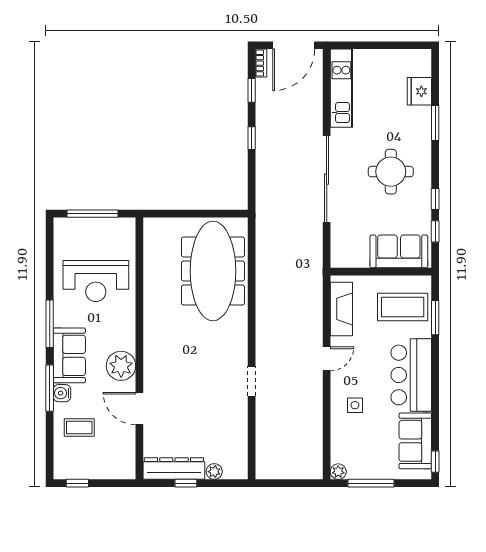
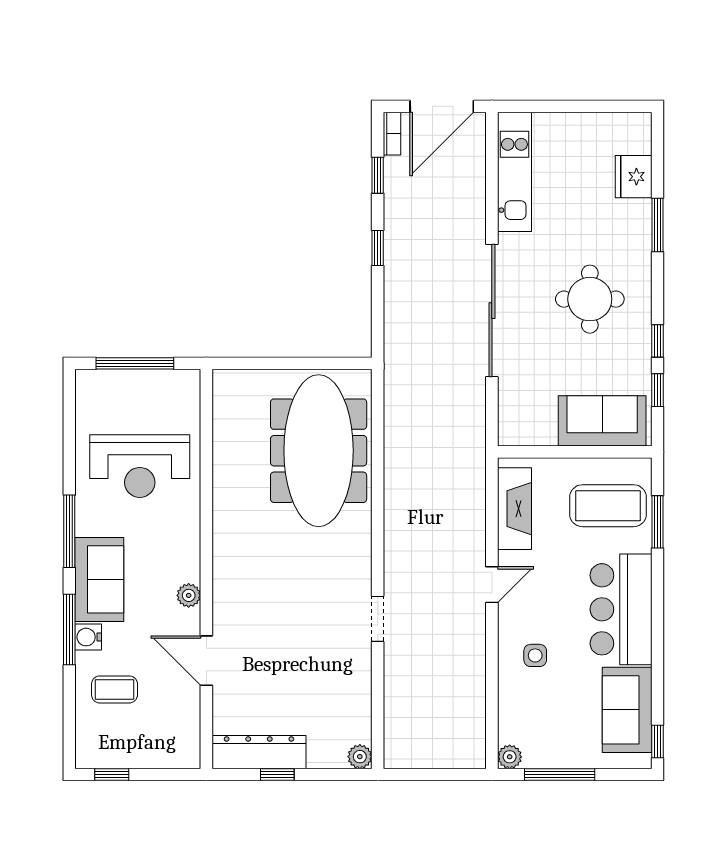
plant: (121, 366) -> (189, 595), width x0.53, depth x0.53
plant: (214, 472) -> (360, 757), moved

